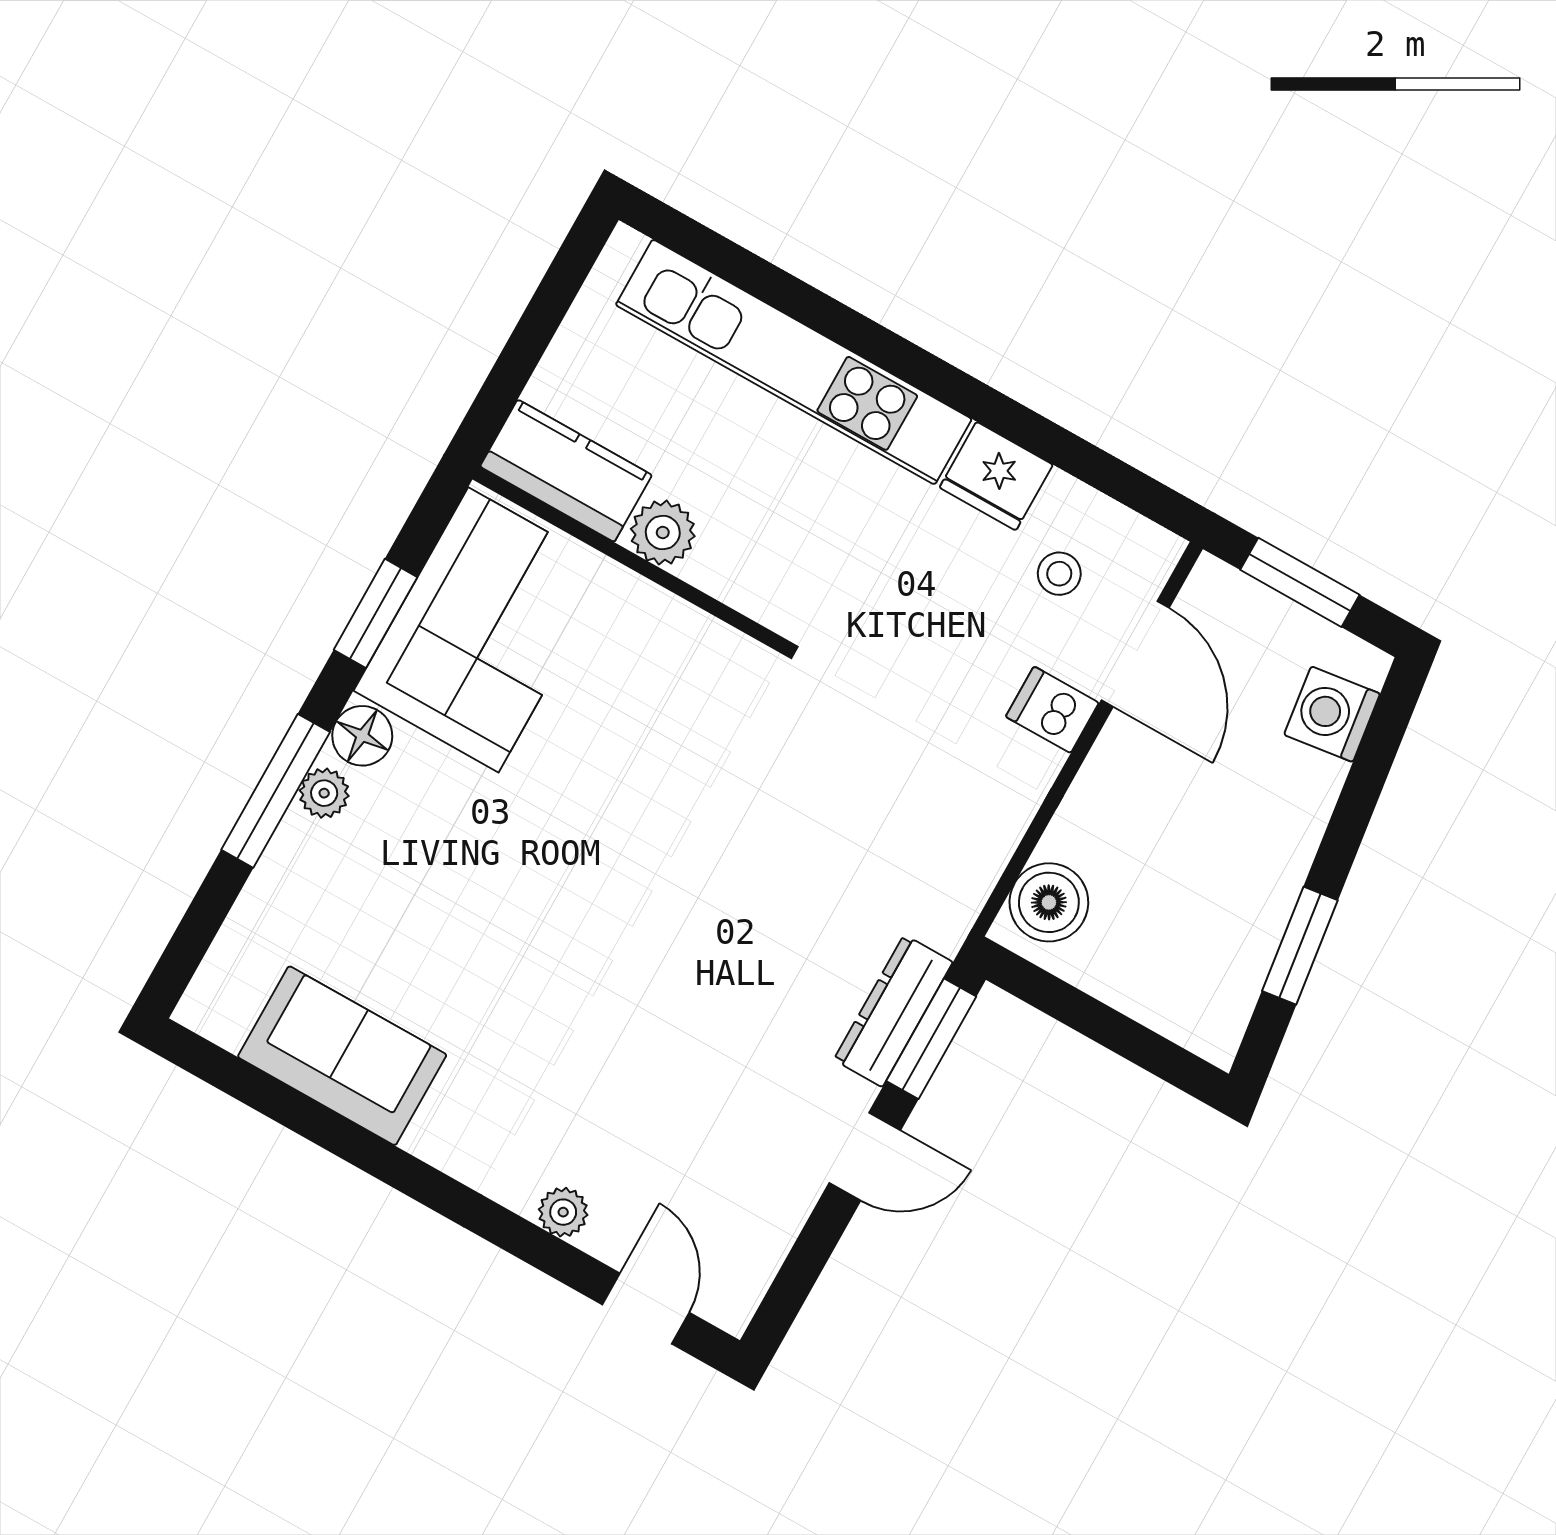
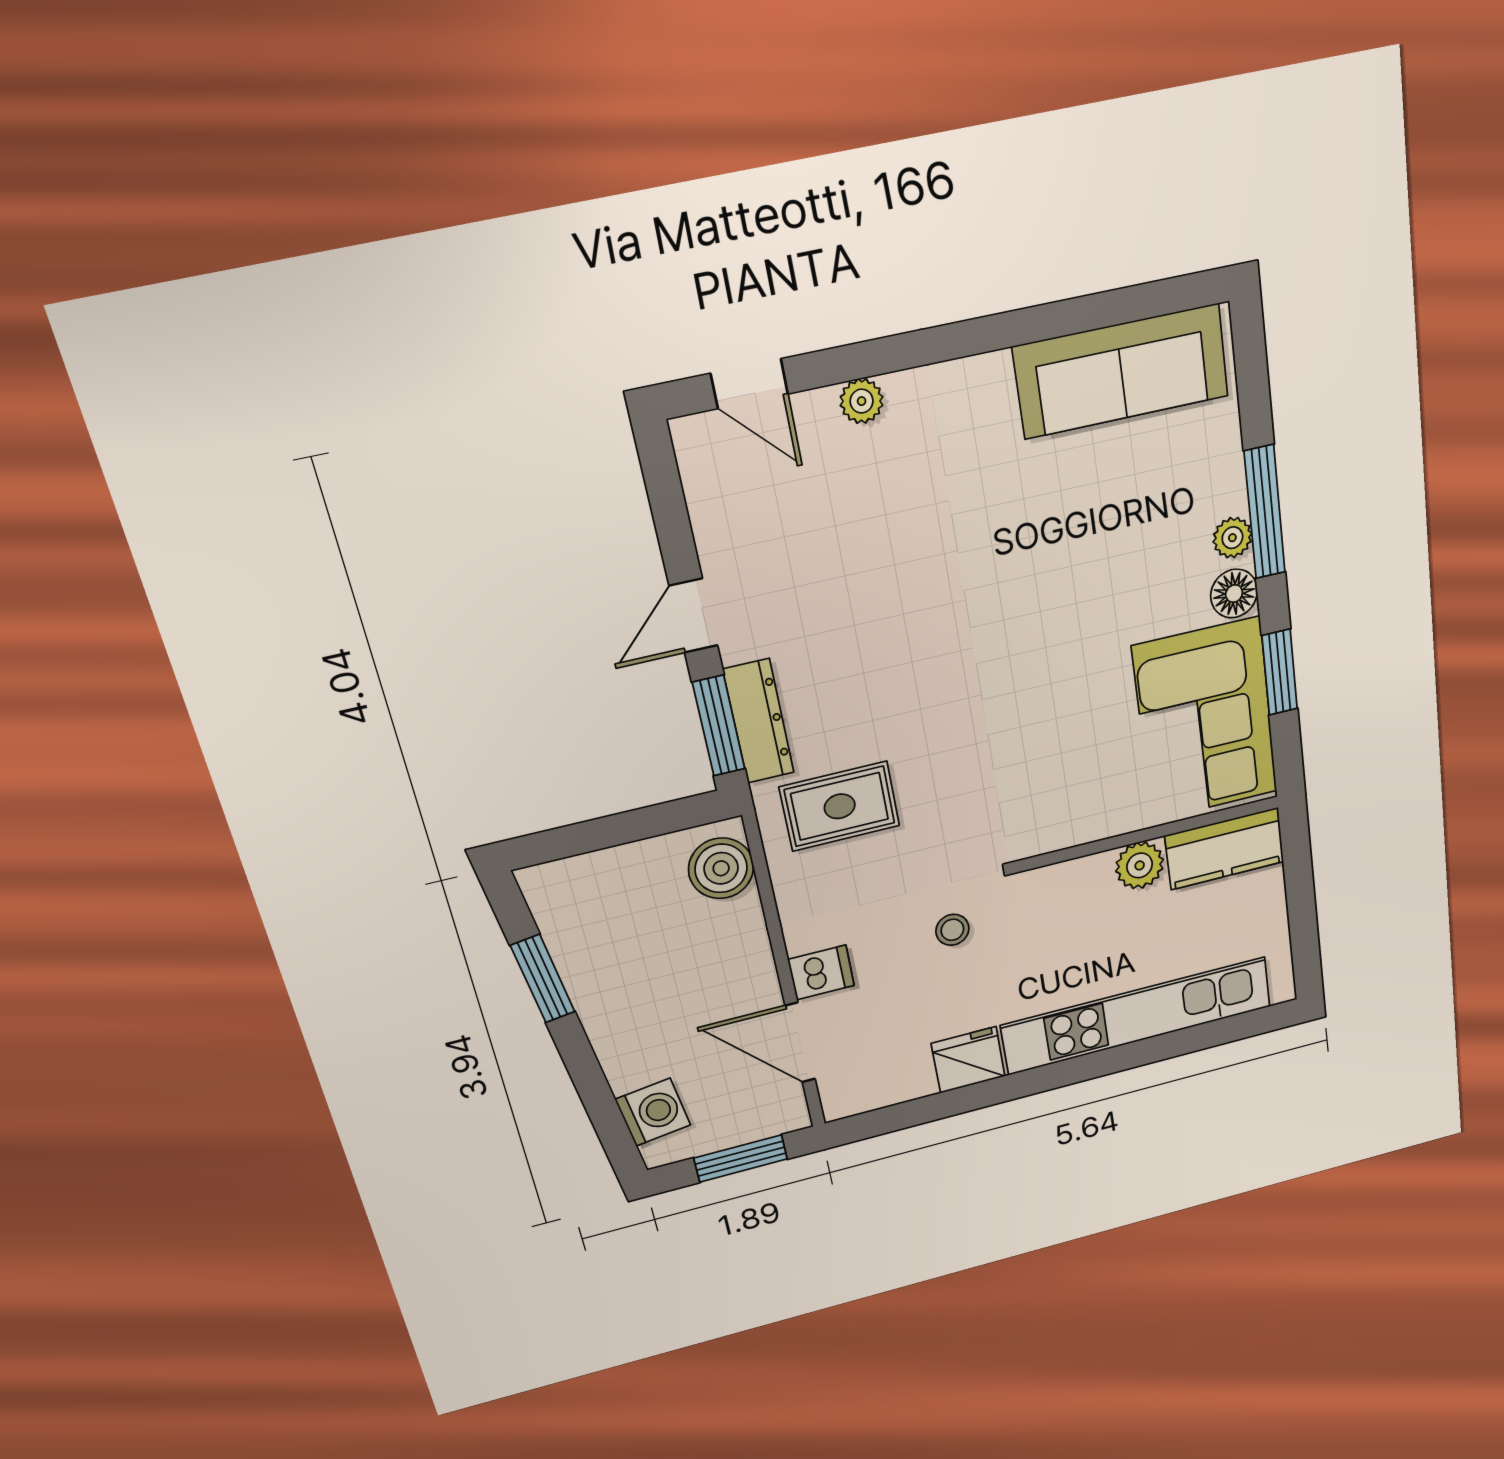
stool: (1059, 574) -> (952, 930), moved
rug: (892, 863) -> (840, 806), added
sofa: (342, 1056) -> (1121, 371), width x1.36

